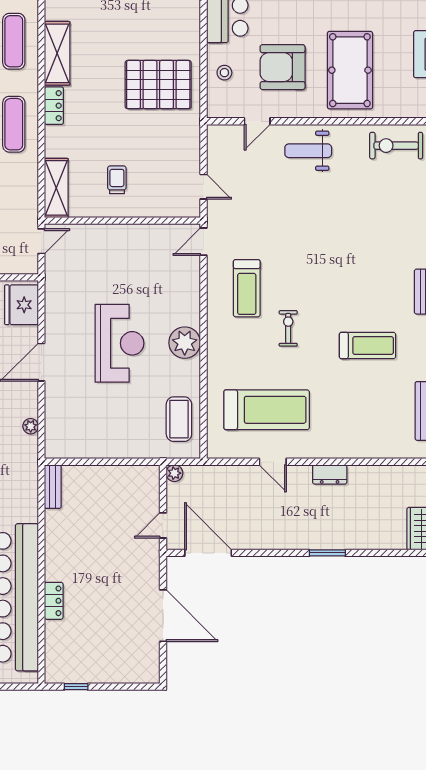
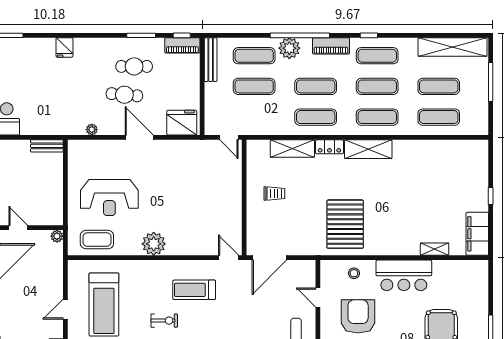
door: (204, 187) -> (269, 258), width x1.88
shelving: (56, 188) -> (292, 149), moved
reception desk: (119, 343) -> (109, 198), moved

